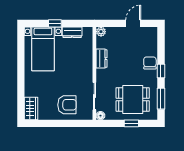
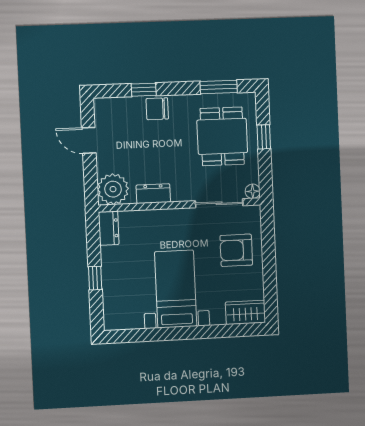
dresser: (72, 32) -> (109, 228), moved
plant: (101, 32) -> (113, 189), width x1.88, depth x1.88
bed with nightstands: (43, 49) -> (176, 289), moved, turned -90
window: (161, 71) -> (144, 90), moved
armchair: (67, 105) -> (236, 250), turned -90

